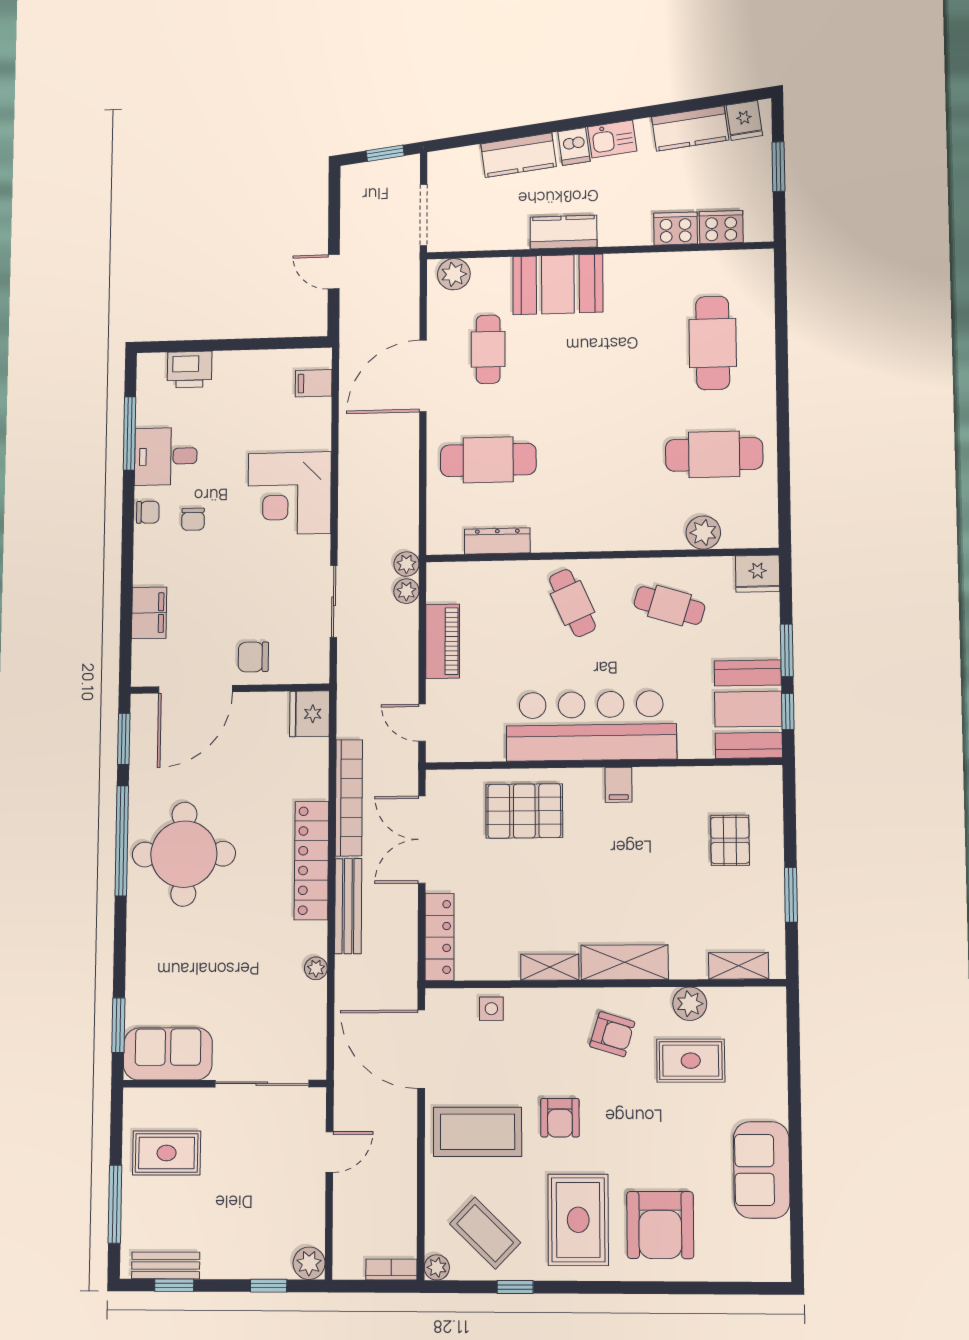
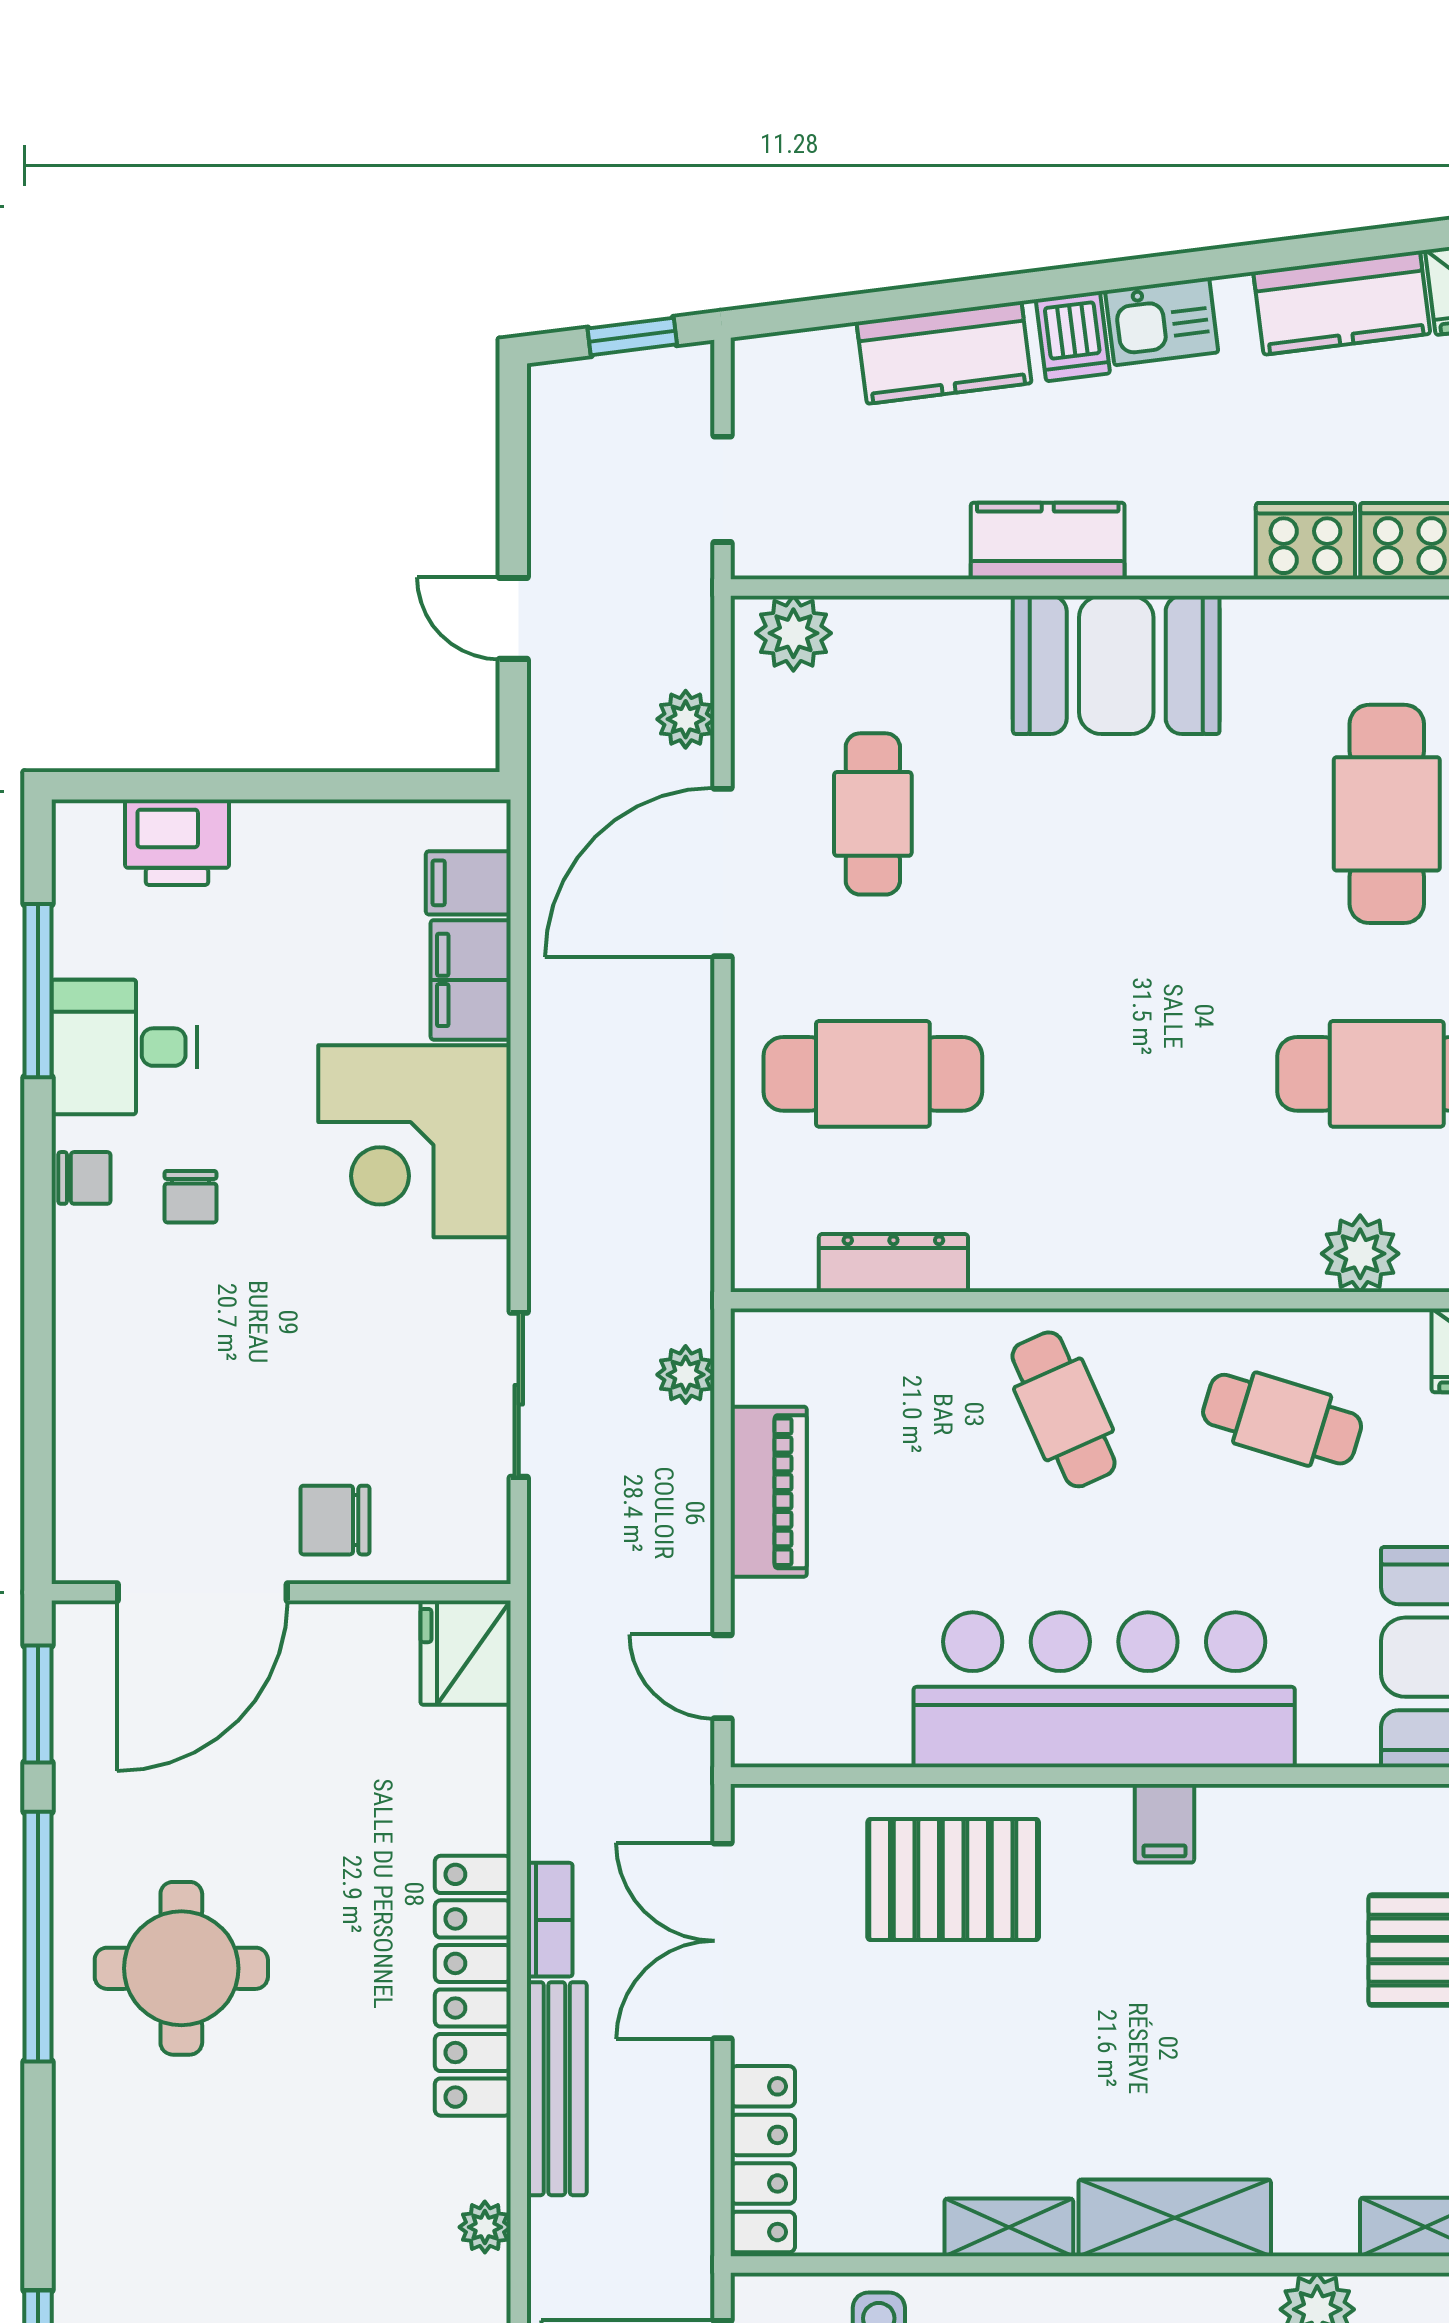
doorway: (423, 215) -> (722, 489), width x0.73
booth: (558, 284) -> (1116, 665), moved
plant: (406, 564) -> (686, 719), moved
filing cabinet: (149, 613) -> (471, 980), moved, turned 180
bookcase: (349, 798) -> (550, 1920), width x0.43, depth x0.76
round table: (184, 854) -> (181, 1968), width x0.73, depth x0.73

